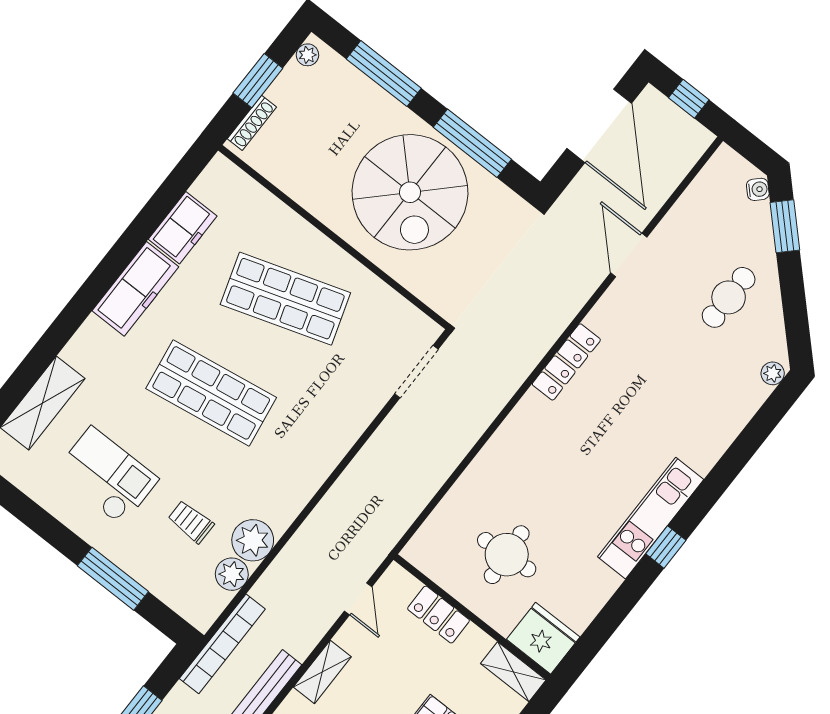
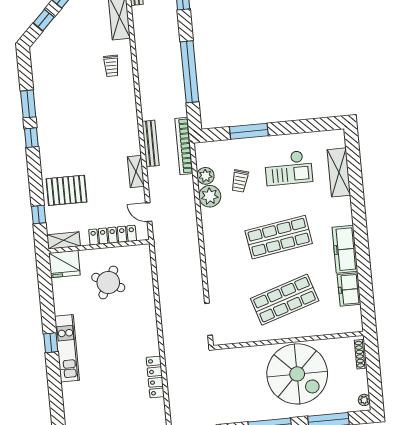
window: (258, 81) -> (374, 372), removed
spiral stairs: (410, 192) -> (297, 374), moved, turned 180
trolley: (191, 522) -> (240, 181), turned 106
round table: (507, 555) -> (108, 282), turned 32
locker: (438, 615) -> (113, 235), width x1.53

